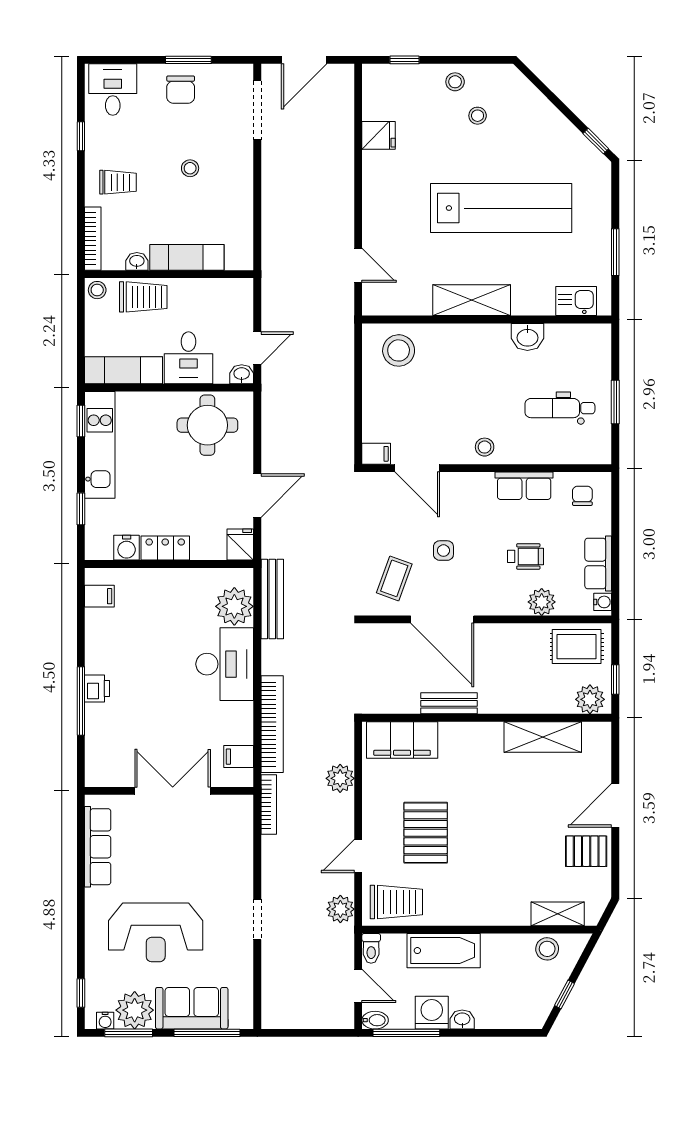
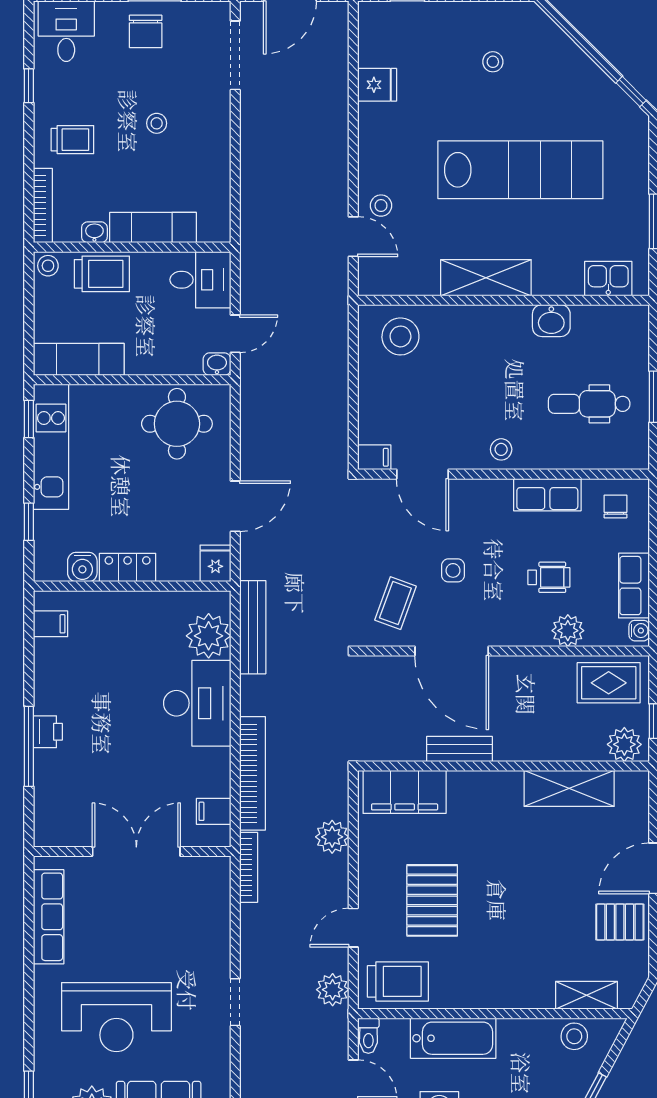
stool: (455, 82) -> (381, 206), moved
desk: (188, 358) -> (200, 280), moved, turned -90

